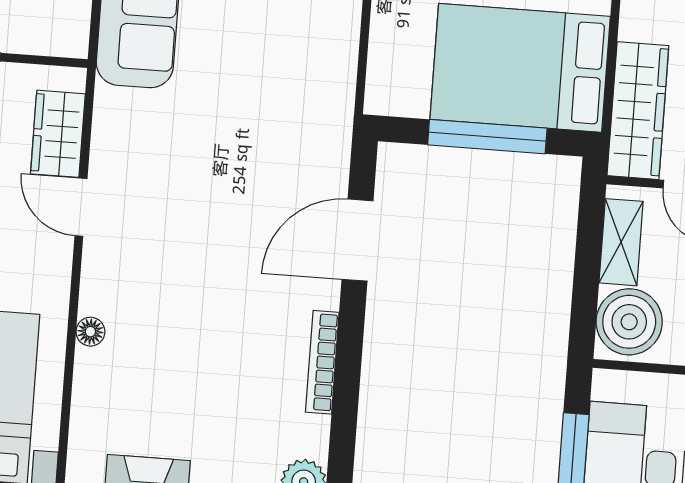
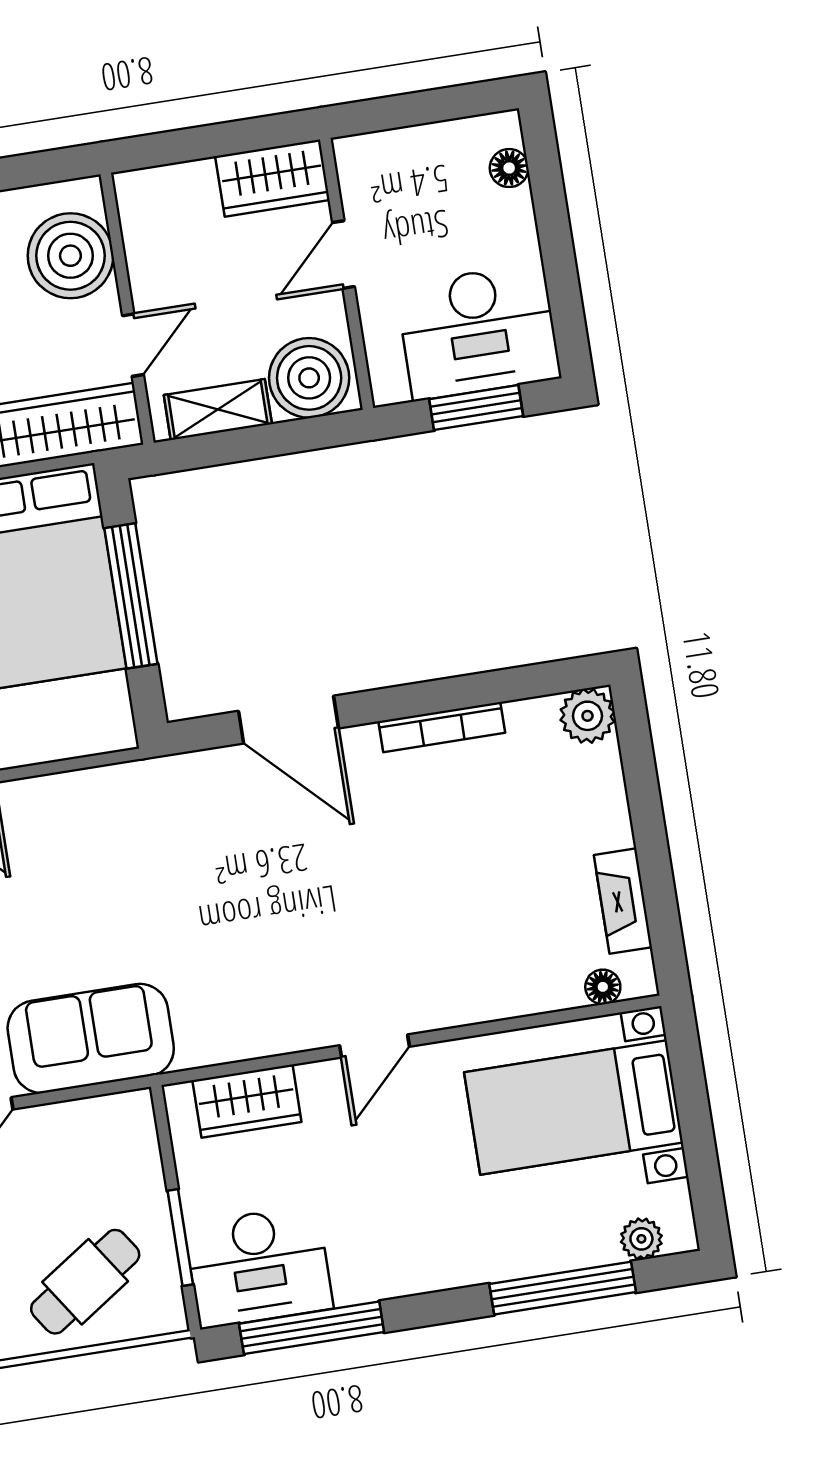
door: (81, 207) -> (375, 1046), moved
floor lamp: (90, 332) -> (603, 987), moved

